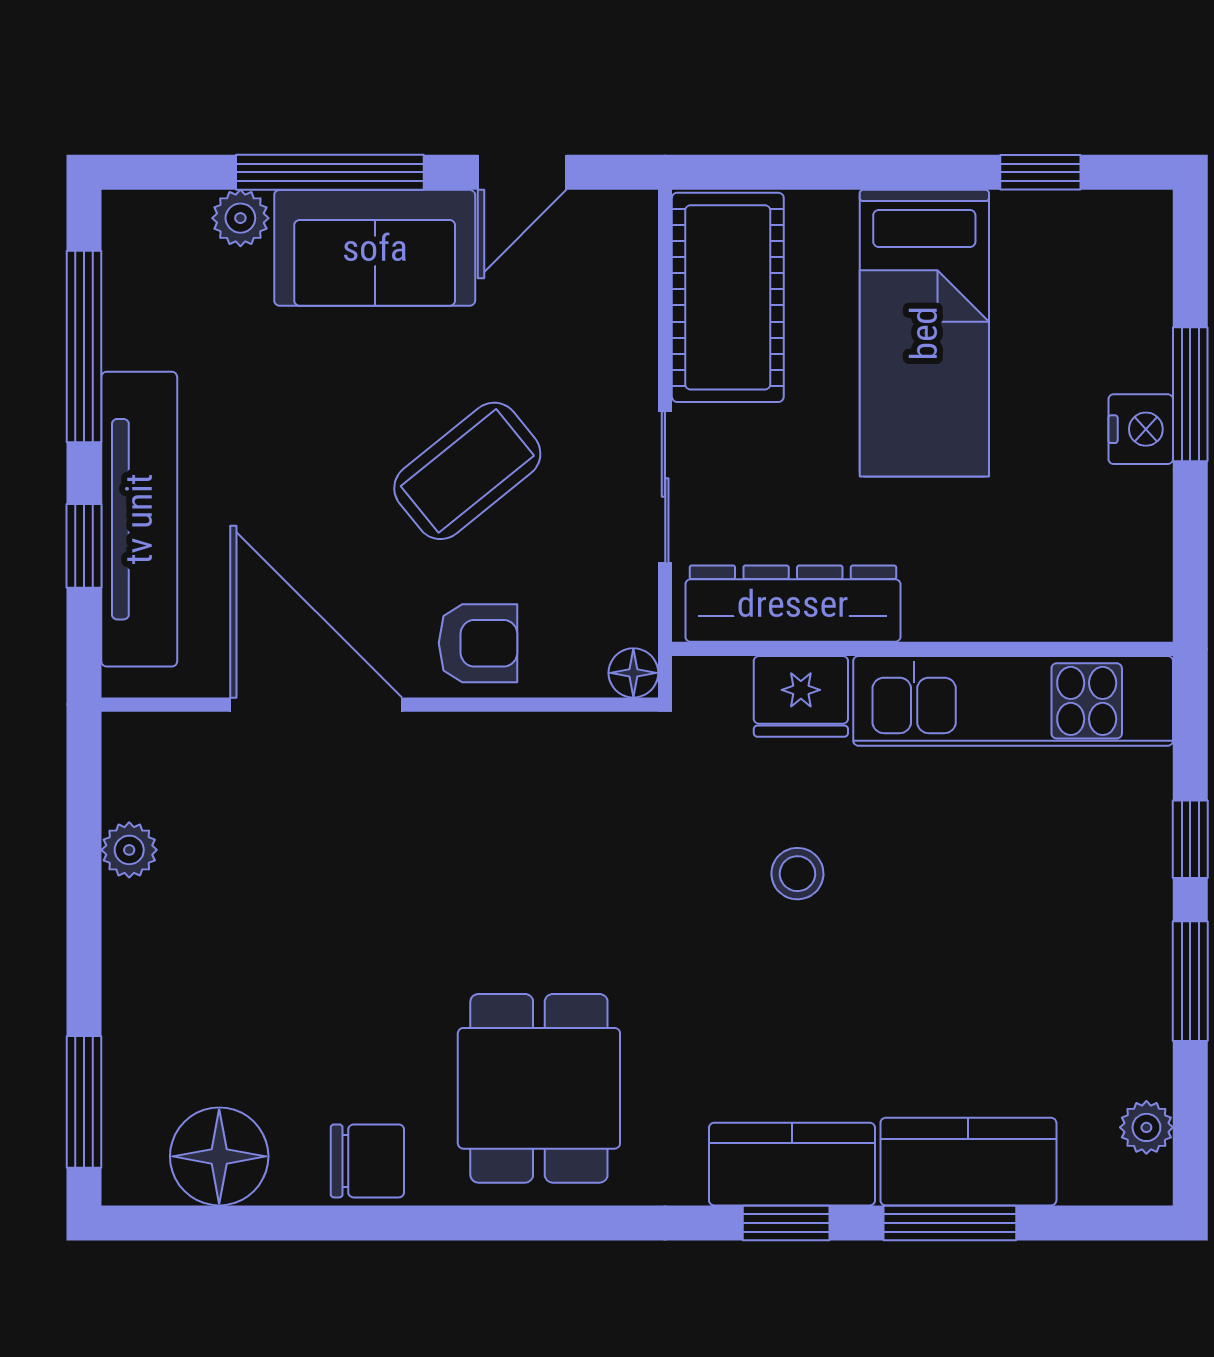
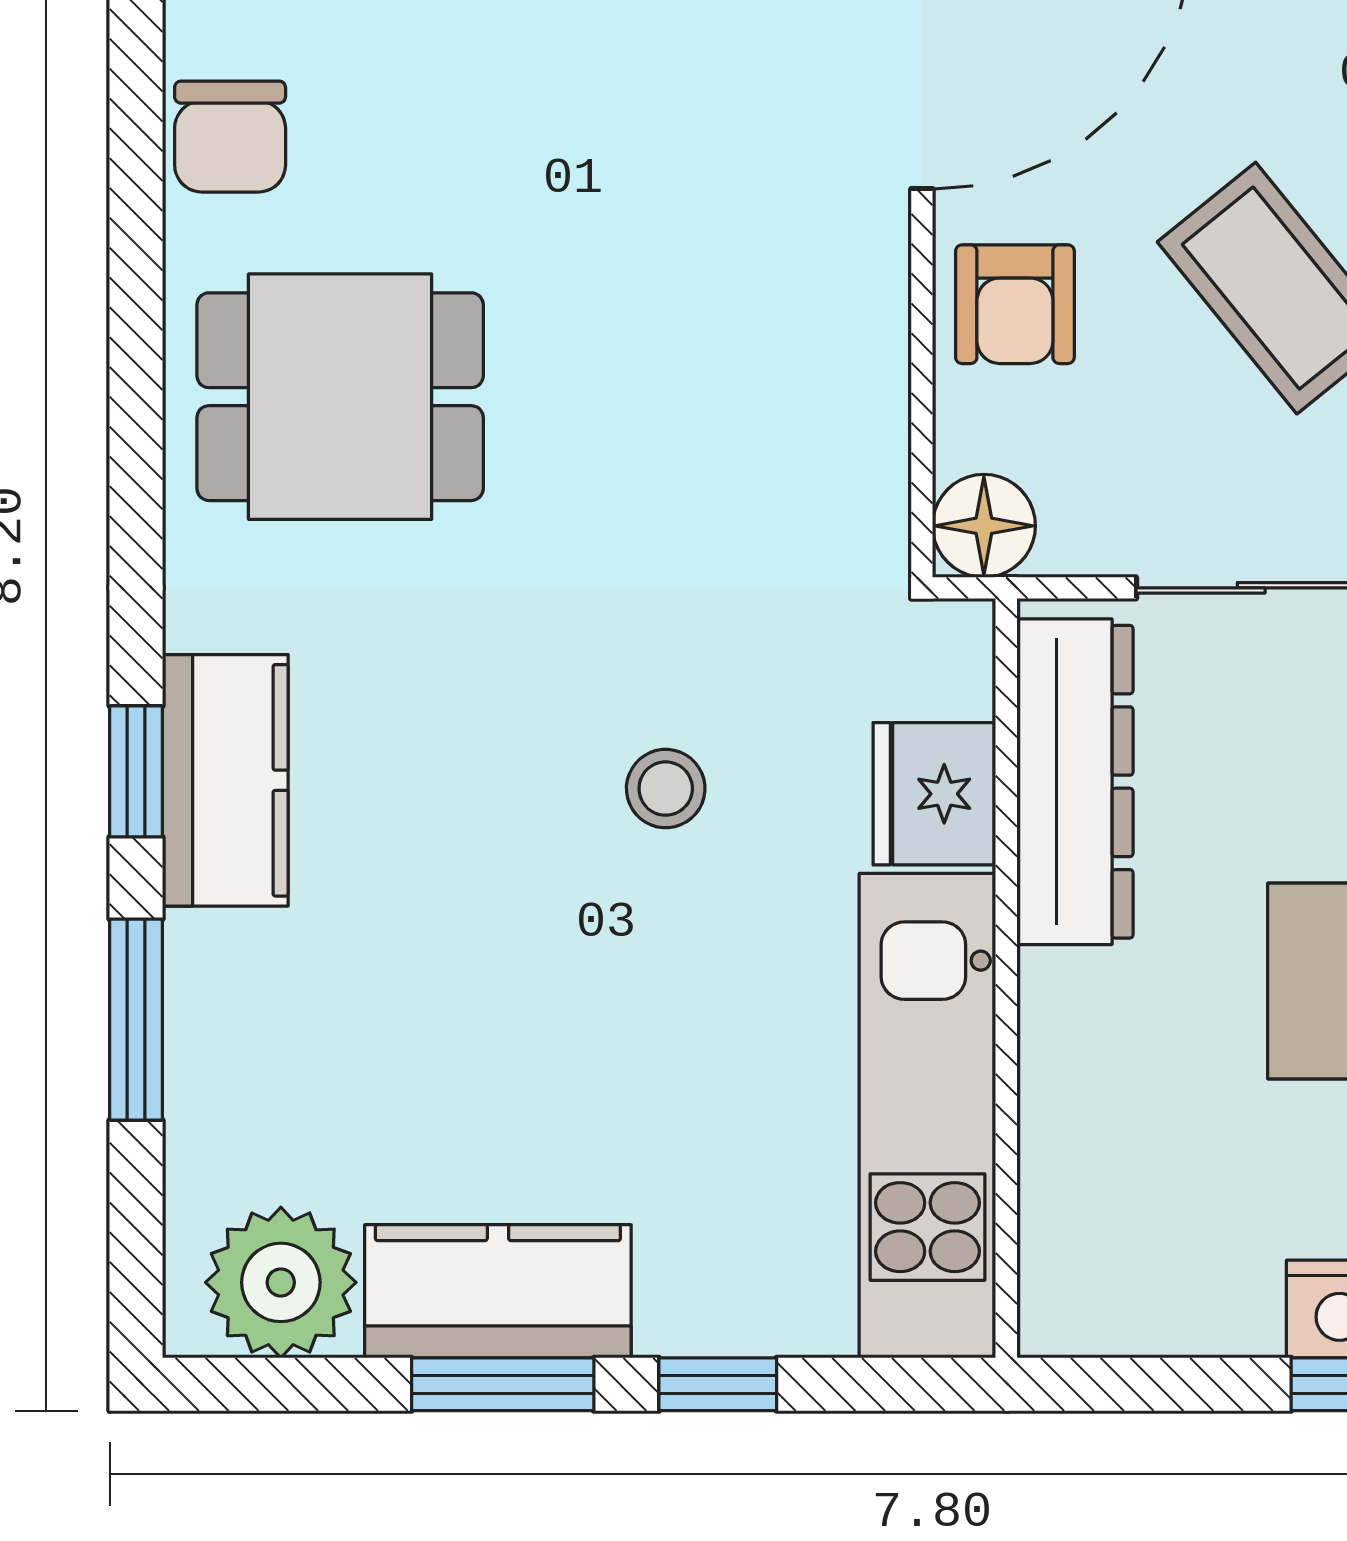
floor lamp: (633, 673) -> (984, 526), width x1.37, depth x1.37
plant: (1146, 1127) -> (281, 1282), width x1.88, depth x1.88
kitchen counter: (968, 1162) -> (498, 1291), moved, turned -90

